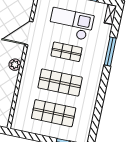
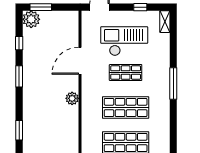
window: (110, 51) -> (173, 84), moved

